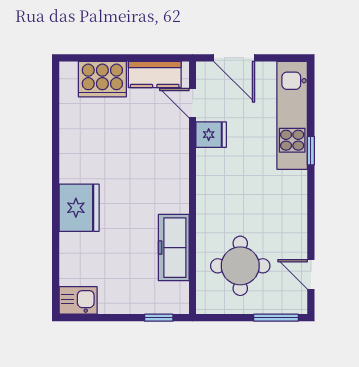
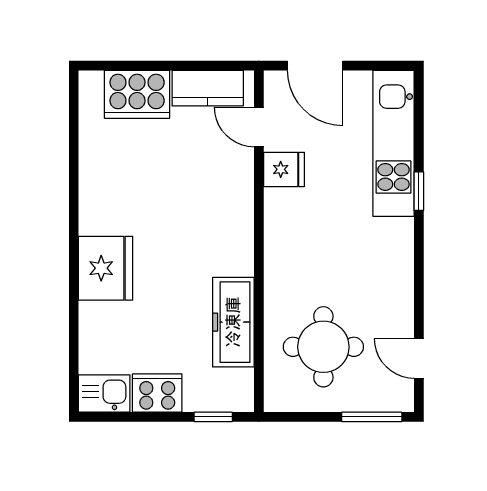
cooker: (117, 300) -> (157, 393), added

